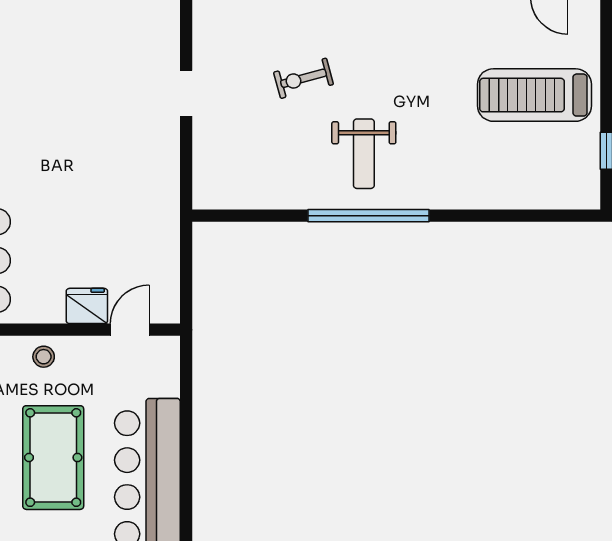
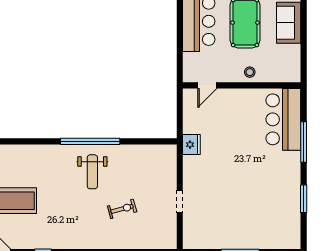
weight bench: (364, 154) -> (92, 172), turned 180
fridge: (87, 306) -> (191, 145), moved, turned -90

